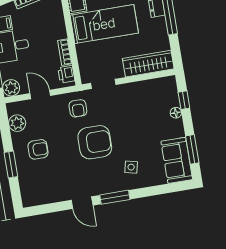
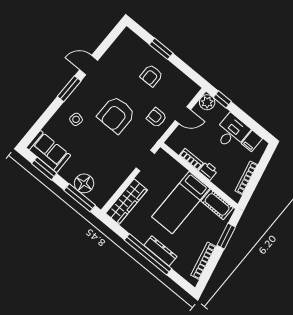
printer: (66, 74) -> (208, 171), moved
window: (184, 100) -> (80, 198), width x2.17
armchair: (78, 108) -> (157, 118), moved
floor lamp: (176, 113) -> (84, 183), width x1.89, depth x1.89
plant: (17, 123) -> (182, 81), removed

